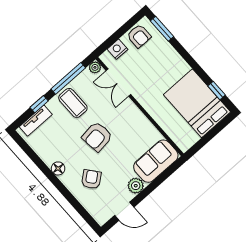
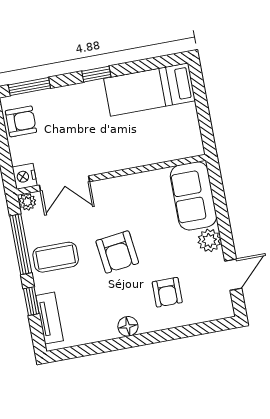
nightstand: (118, 49) -> (25, 176), moved
window: (217, 90) -> (96, 74), moved
bed: (197, 103) -> (149, 90), width x0.67
armchair: (91, 179) -> (167, 292), turned -141

